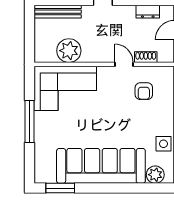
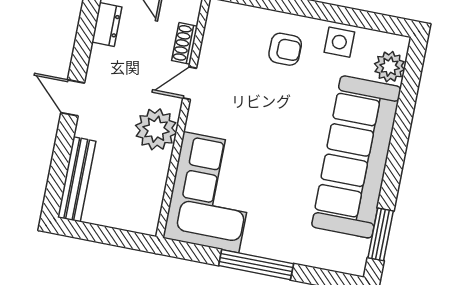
plant: (69, 51) -> (156, 129), moved
armchair: (144, 91) -> (285, 49), moved

